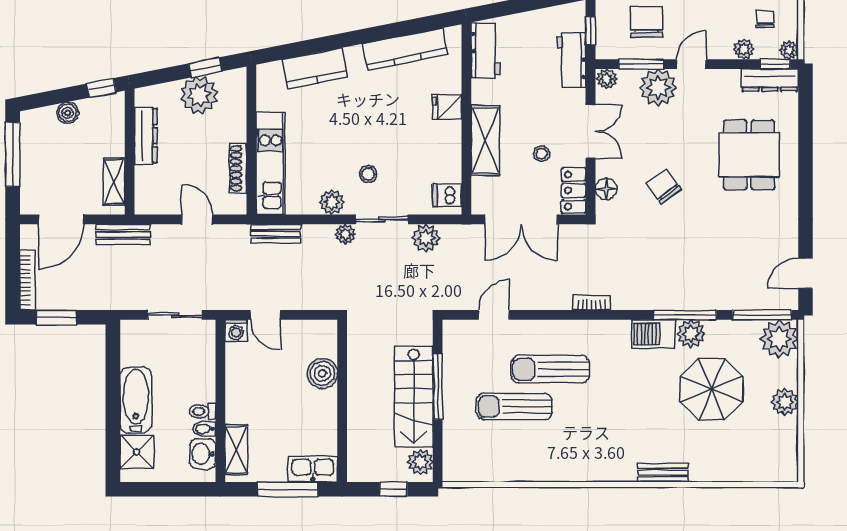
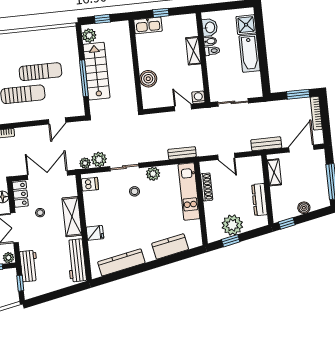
workbench: (485, 51) -> (76, 260), width x1.38
plant: (345, 234) -> (85, 163), moved
shelving: (236, 450) -> (193, 51), moved
window: (287, 489) -> (161, 13), width x0.46

